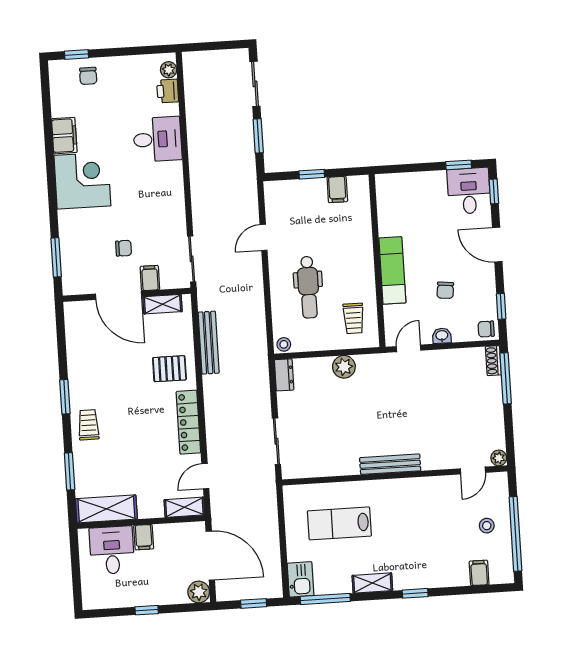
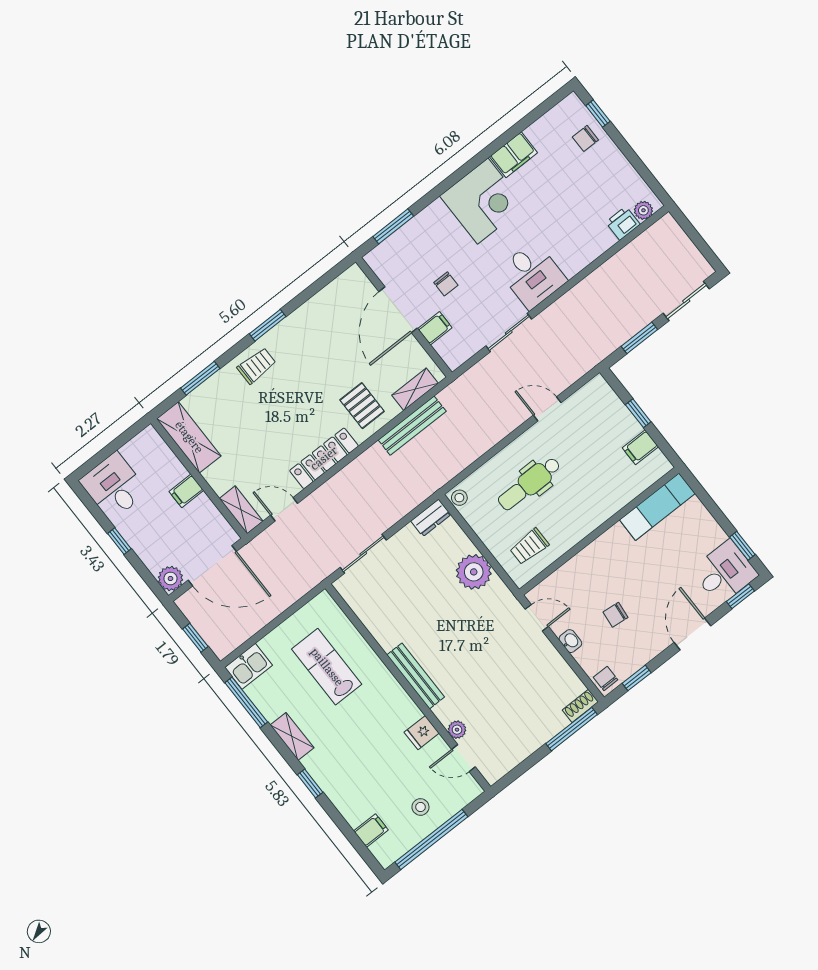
desk: (157, 139) -> (532, 275), moved
sliding door: (192, 259) -> (509, 333), moved
exam couch: (392, 270) -> (657, 507), moved
shelving: (163, 304) -> (415, 389), moved, turned 90
plant: (344, 367) -> (474, 572), width x1.36, depth x1.36
plant: (499, 458) -> (457, 730), moved
fridge: (434, 488) -> (422, 733), added
desk: (112, 550) -> (114, 486), moved, turned -90
door: (210, 556) -> (212, 566), hinge flipped

